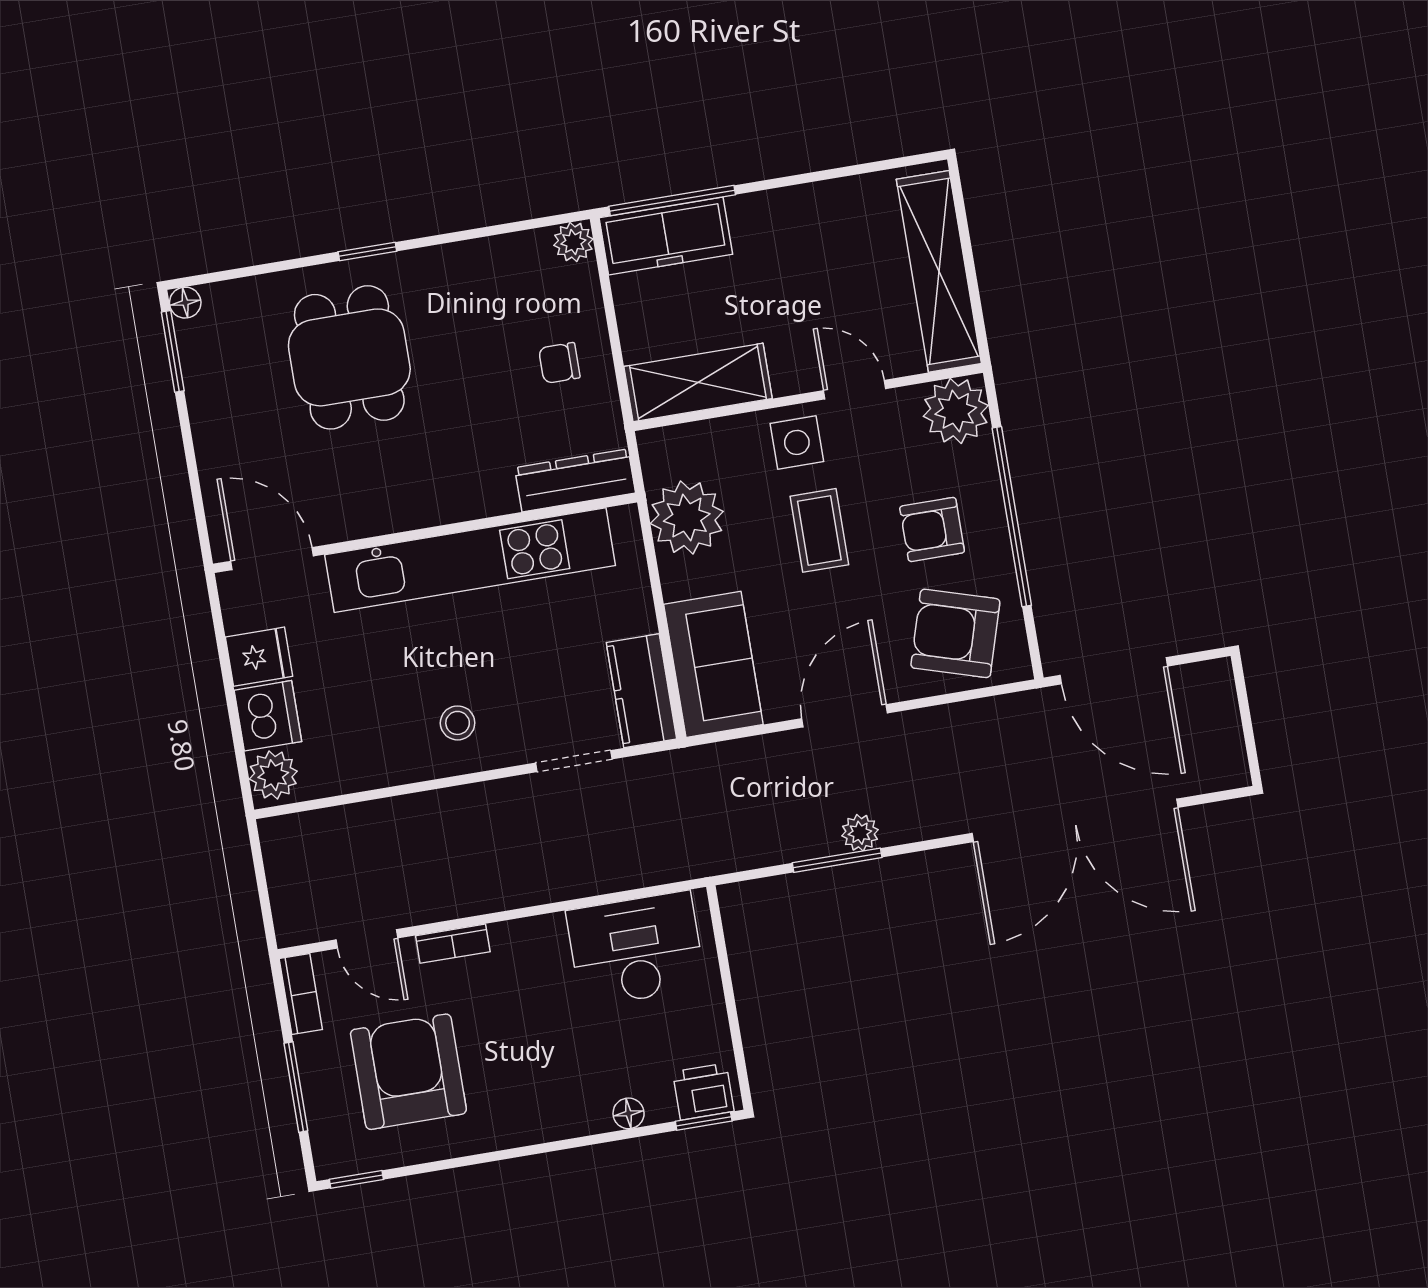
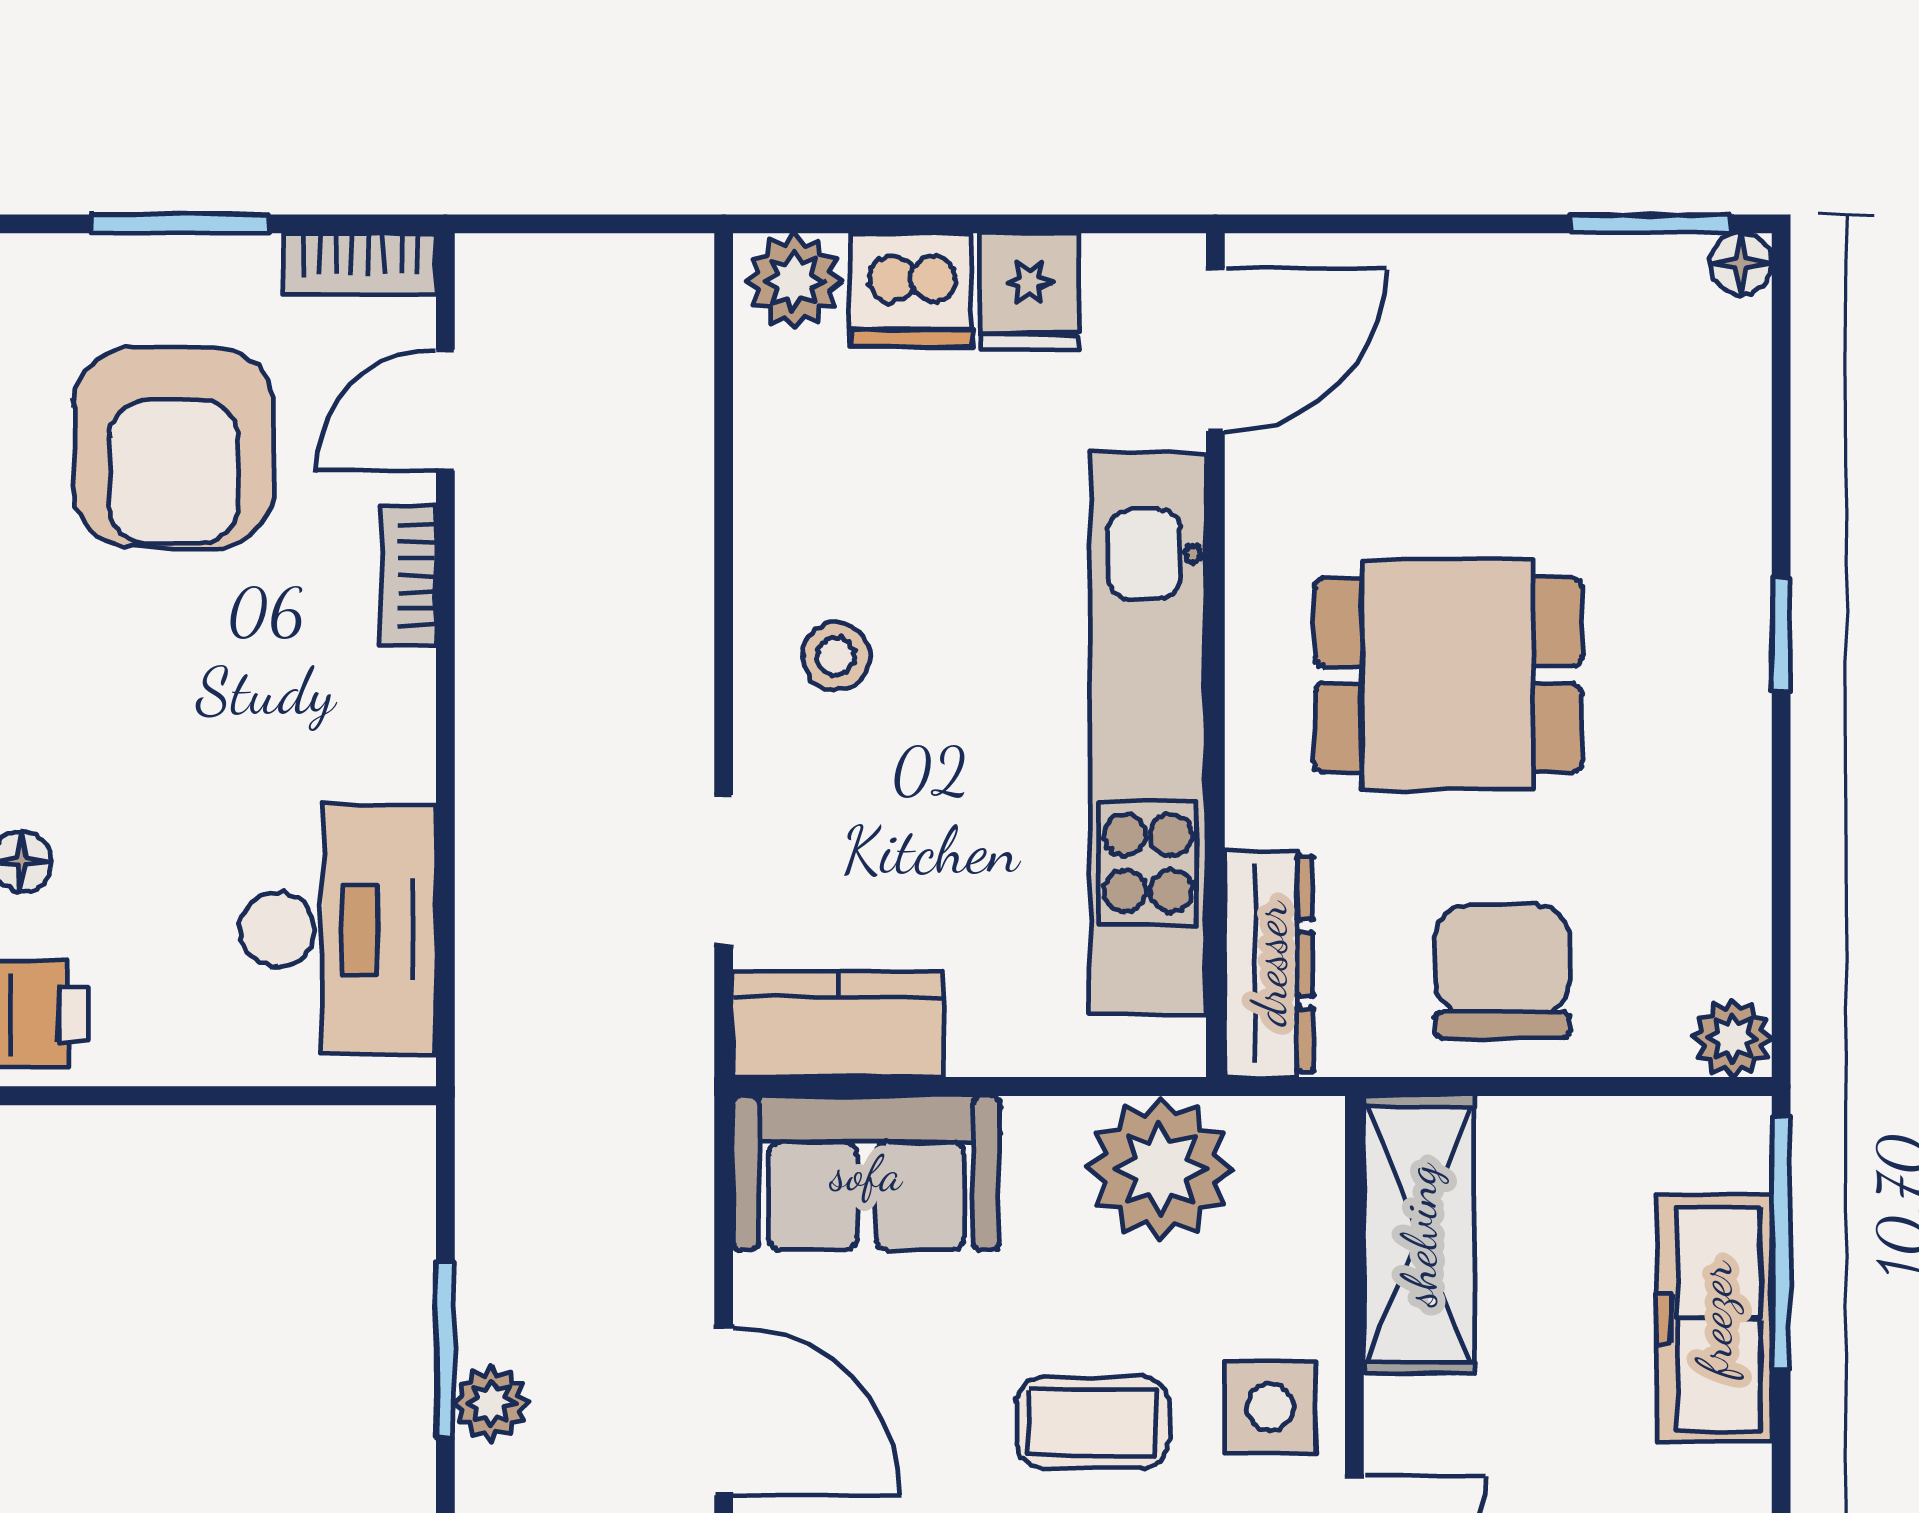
freezer: (666, 236) -> (1714, 1319), moved
dining table: (349, 357) -> (1448, 675), moved
chair: (559, 363) -> (1502, 971), width x1.87, depth x1.87
armchair: (408, 1072) -> (174, 448), turned 90

